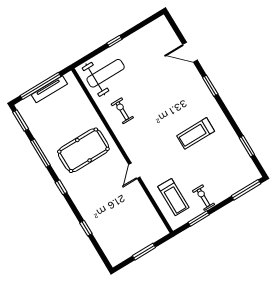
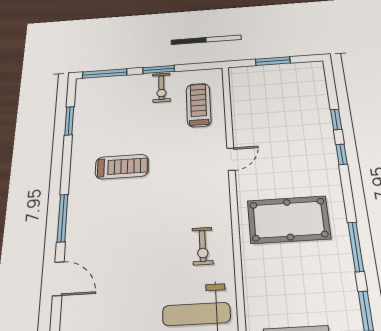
window: (210, 86) -> (63, 218), width x1.44
window: (61, 187) -> (341, 154), moved
window: (199, 218) -> (159, 70), moved

